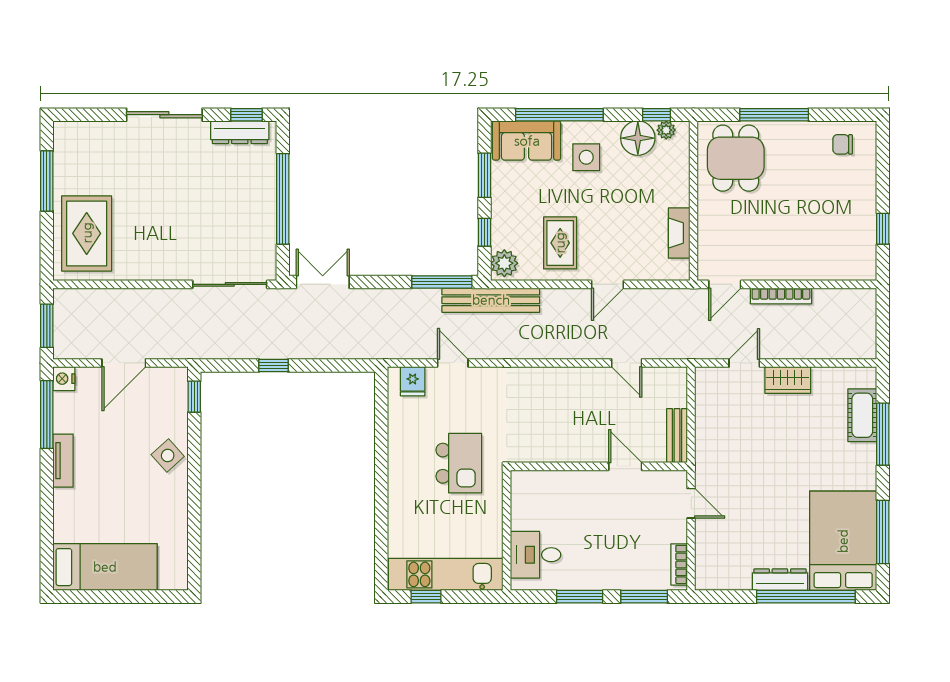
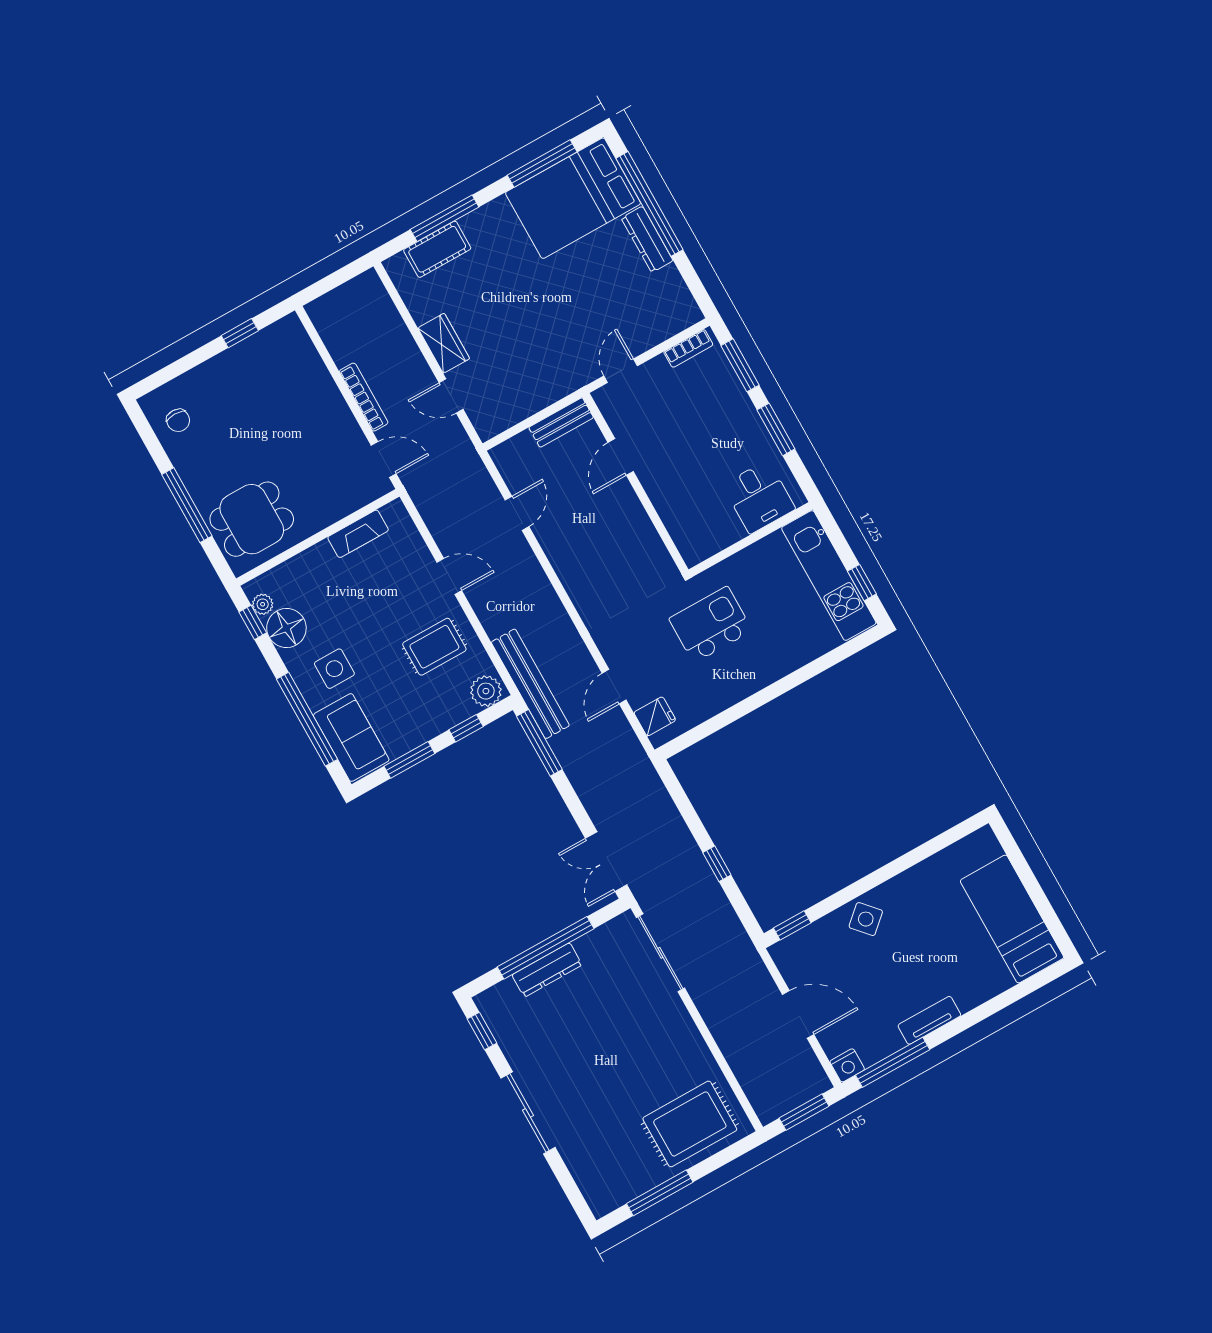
dresser: (240, 132) -> (547, 970), moved, turned 90

